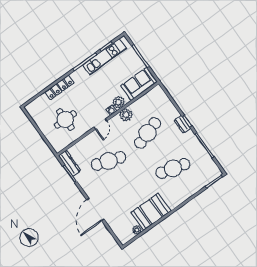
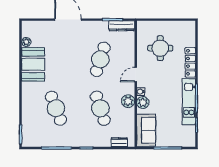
kitchen unit: (105, 57) -> (189, 102), moved
door: (100, 124) -> (136, 75), hinge flipped
dresser: (182, 124) -> (119, 142), moved
cafe table: (173, 168) -> (56, 108), turned -36

